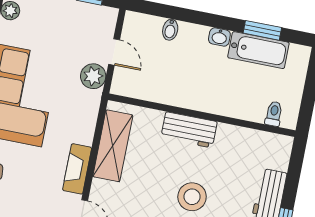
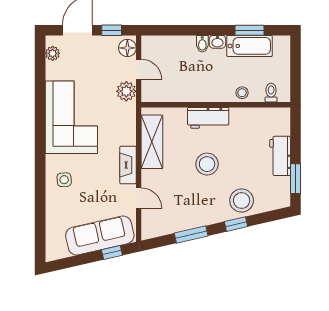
floor lamp: (105, 22) -> (127, 48), added
bidet: (170, 30) -> (202, 44), moved
stool: (238, 107) -> (242, 93), added
stool: (192, 197) -> (207, 164), moved

